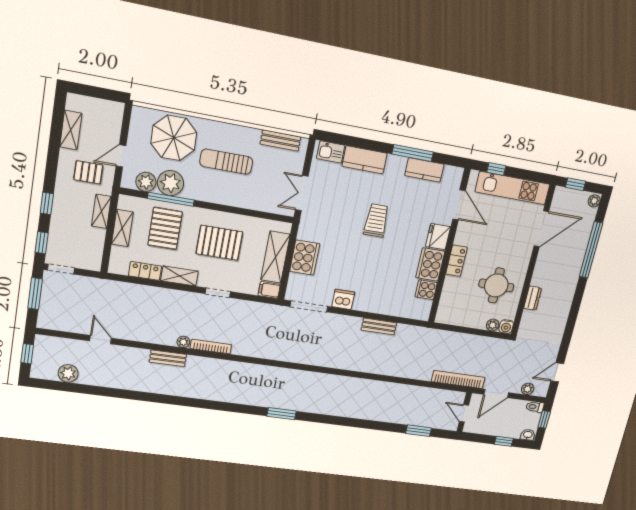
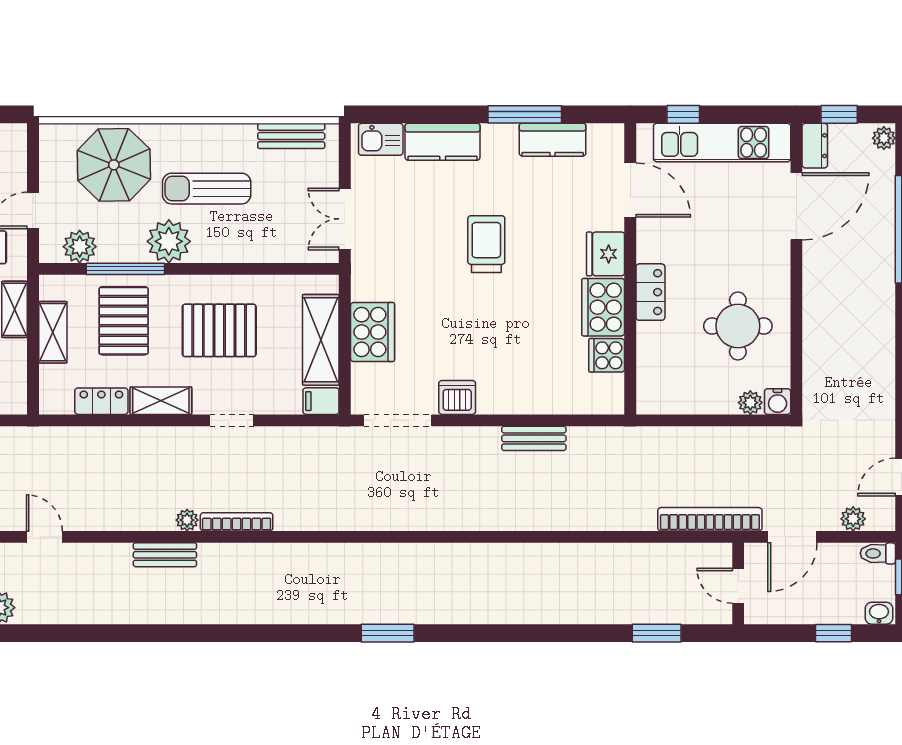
plant: (170, 183) -> (169, 241), moved
dresser: (533, 298) -> (815, 146), moved

